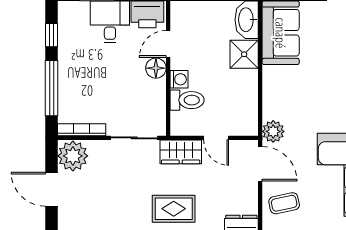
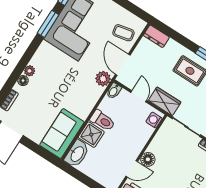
washing machine: (179, 79) -> (154, 120), moved
toilet: (187, 100) -> (103, 121), moved, turned 180
bidet: (251, 125) -> (114, 91), added

